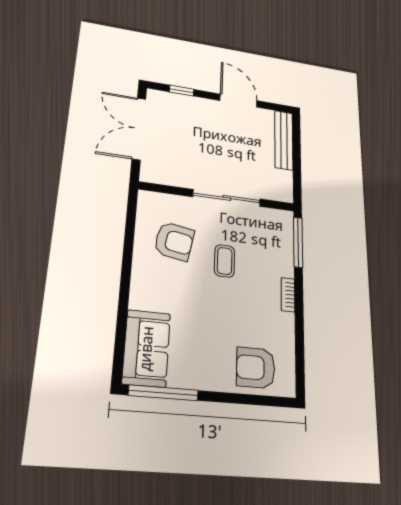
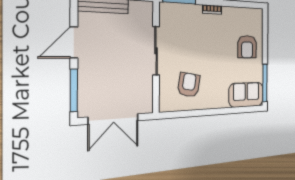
window: (182, 91) -> (74, 90), width x2.17
coffee table: (225, 261) -> (197, 51), removed
armchair: (256, 368) -> (247, 47), moved

